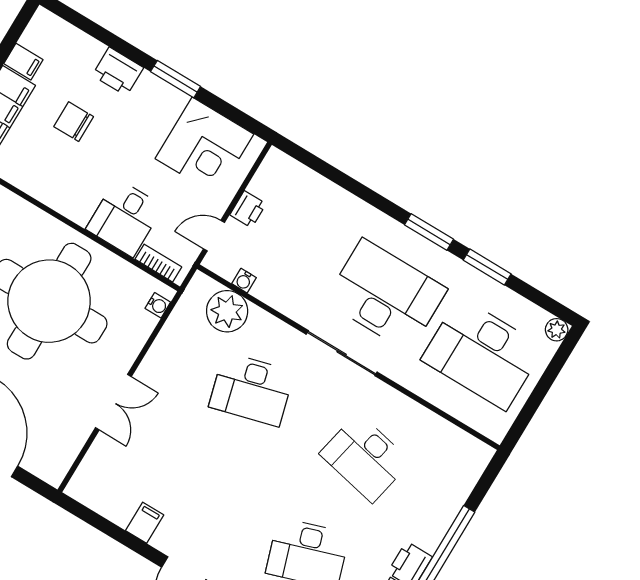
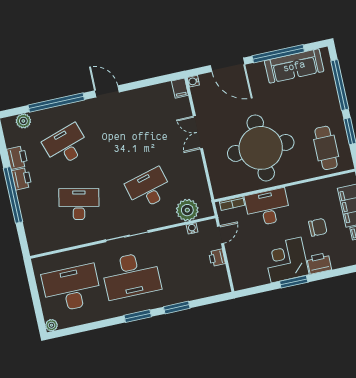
corner desk: (204, 146) -> (286, 260), moved
desk: (125, 218) -> (268, 207), width x1.37
window: (487, 267) -> (177, 307), moved
water cooler: (158, 305) -> (193, 81), moved
filing cabinet: (145, 523) -> (180, 88), moved

